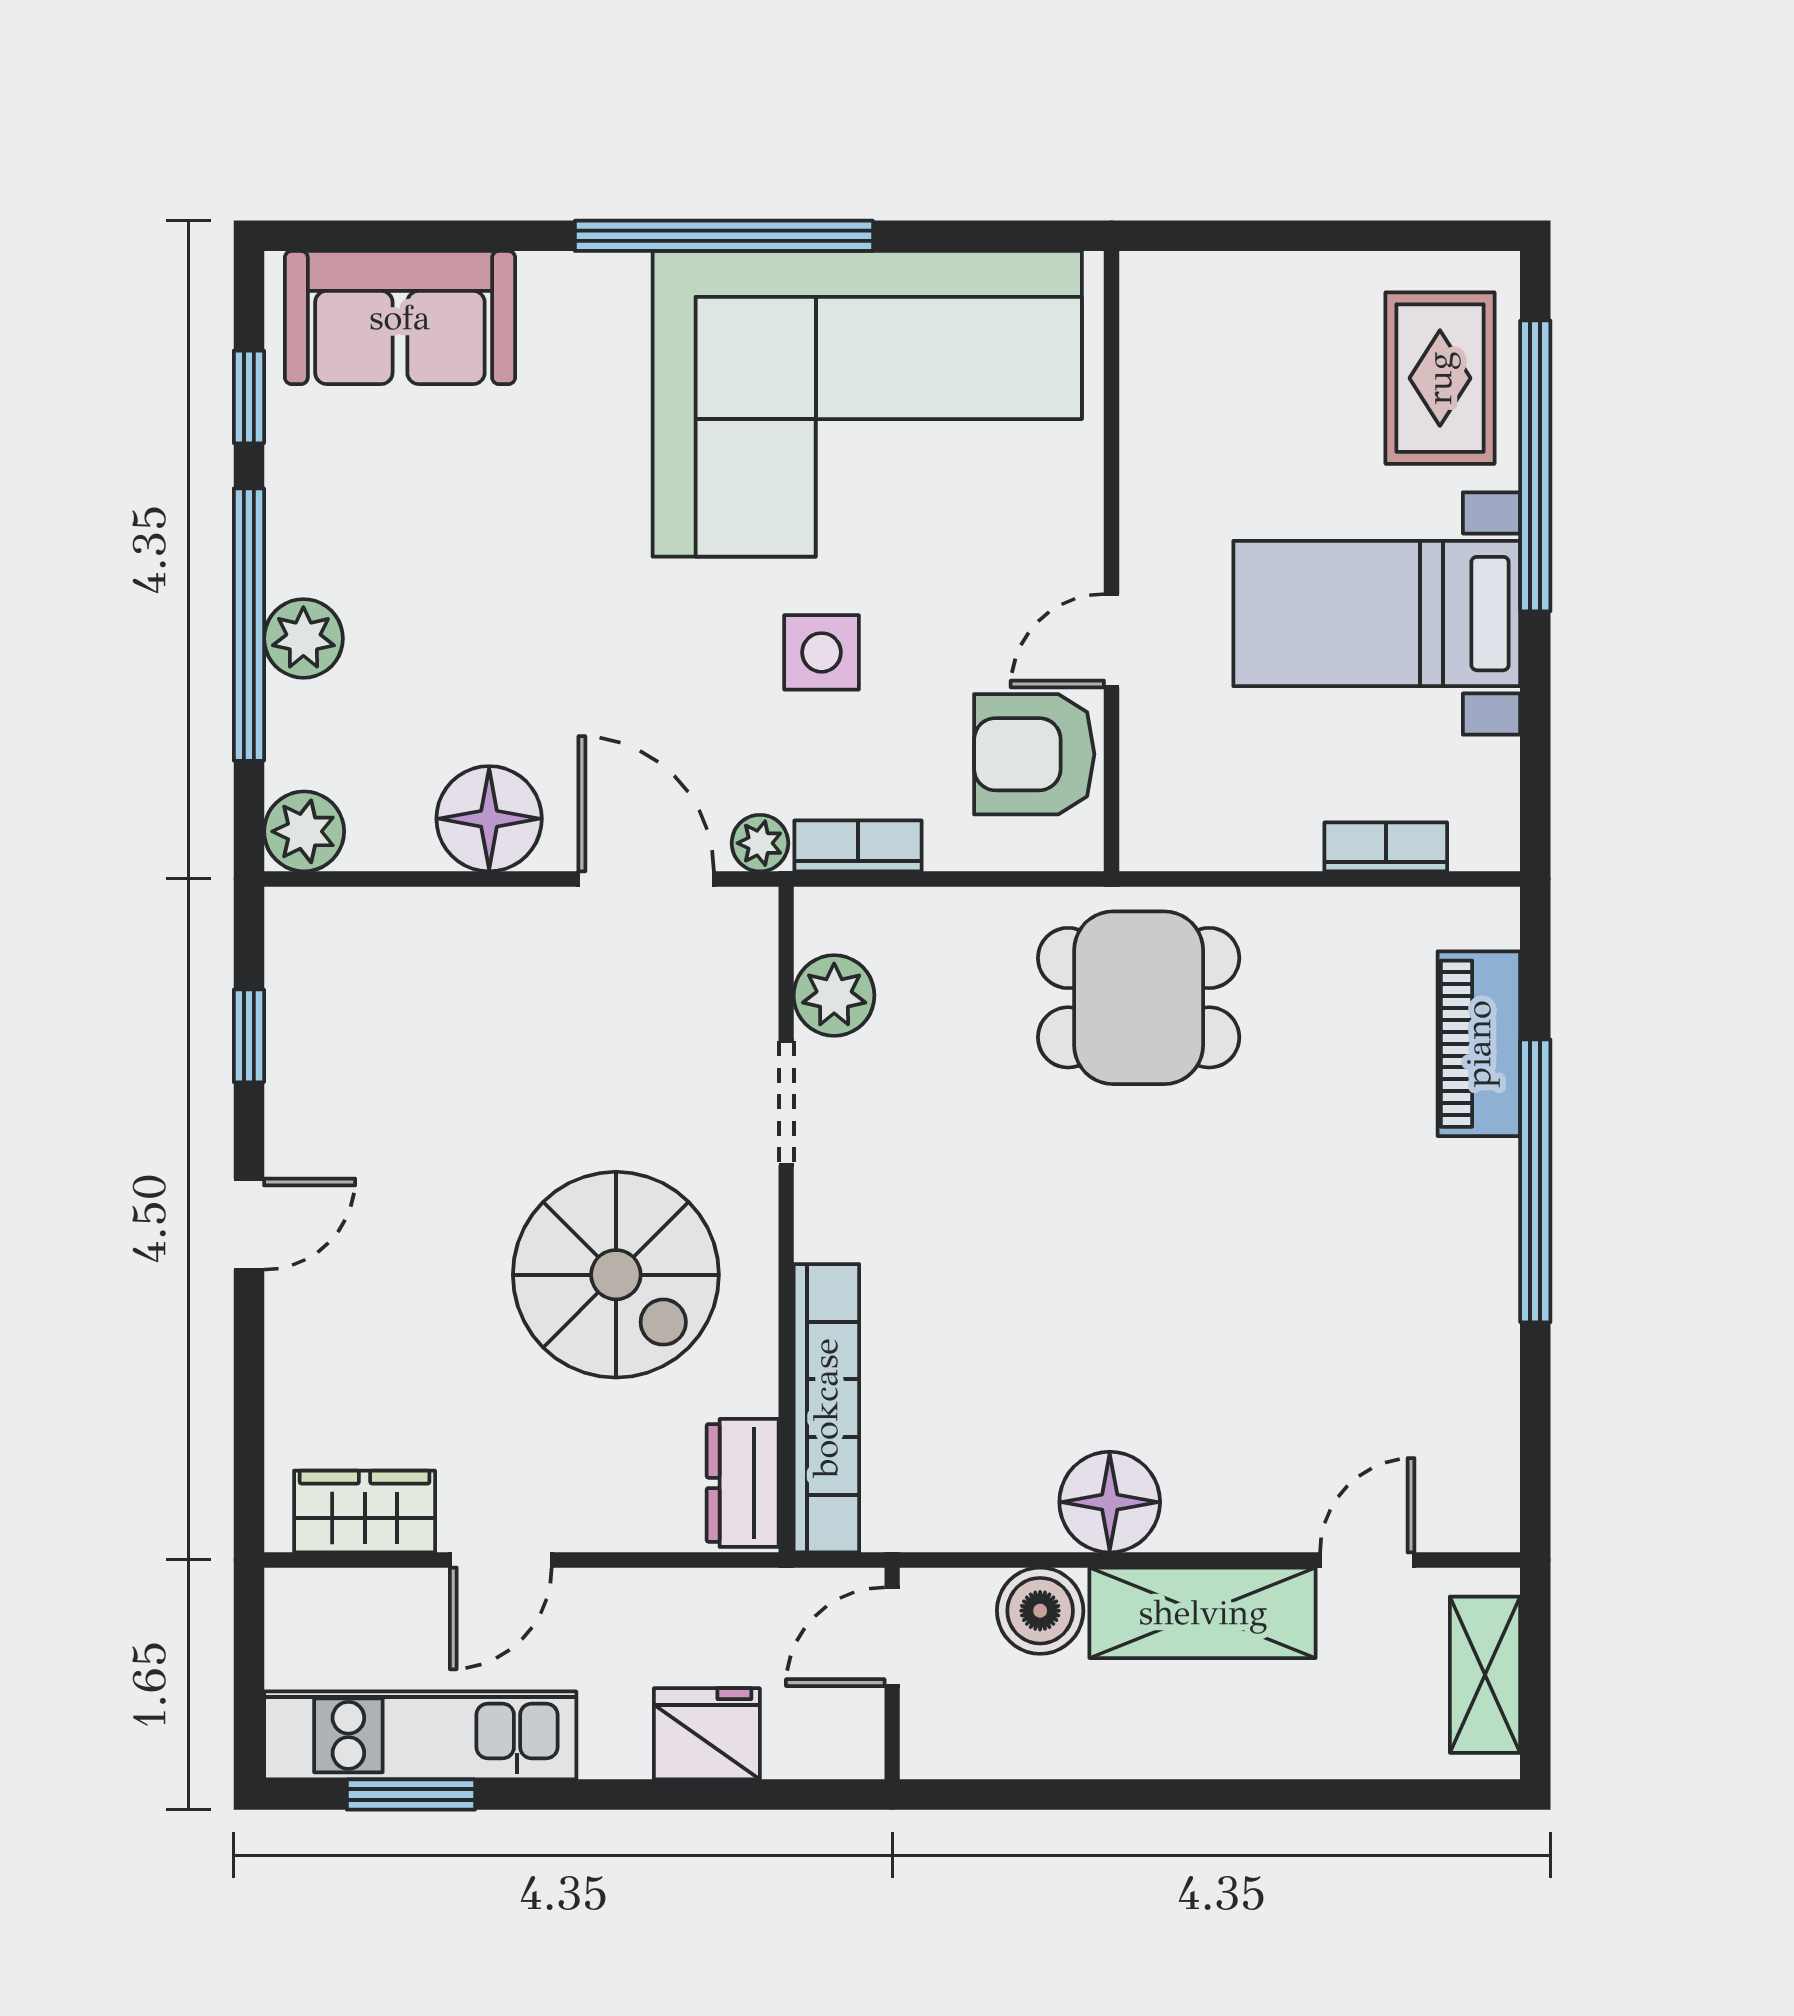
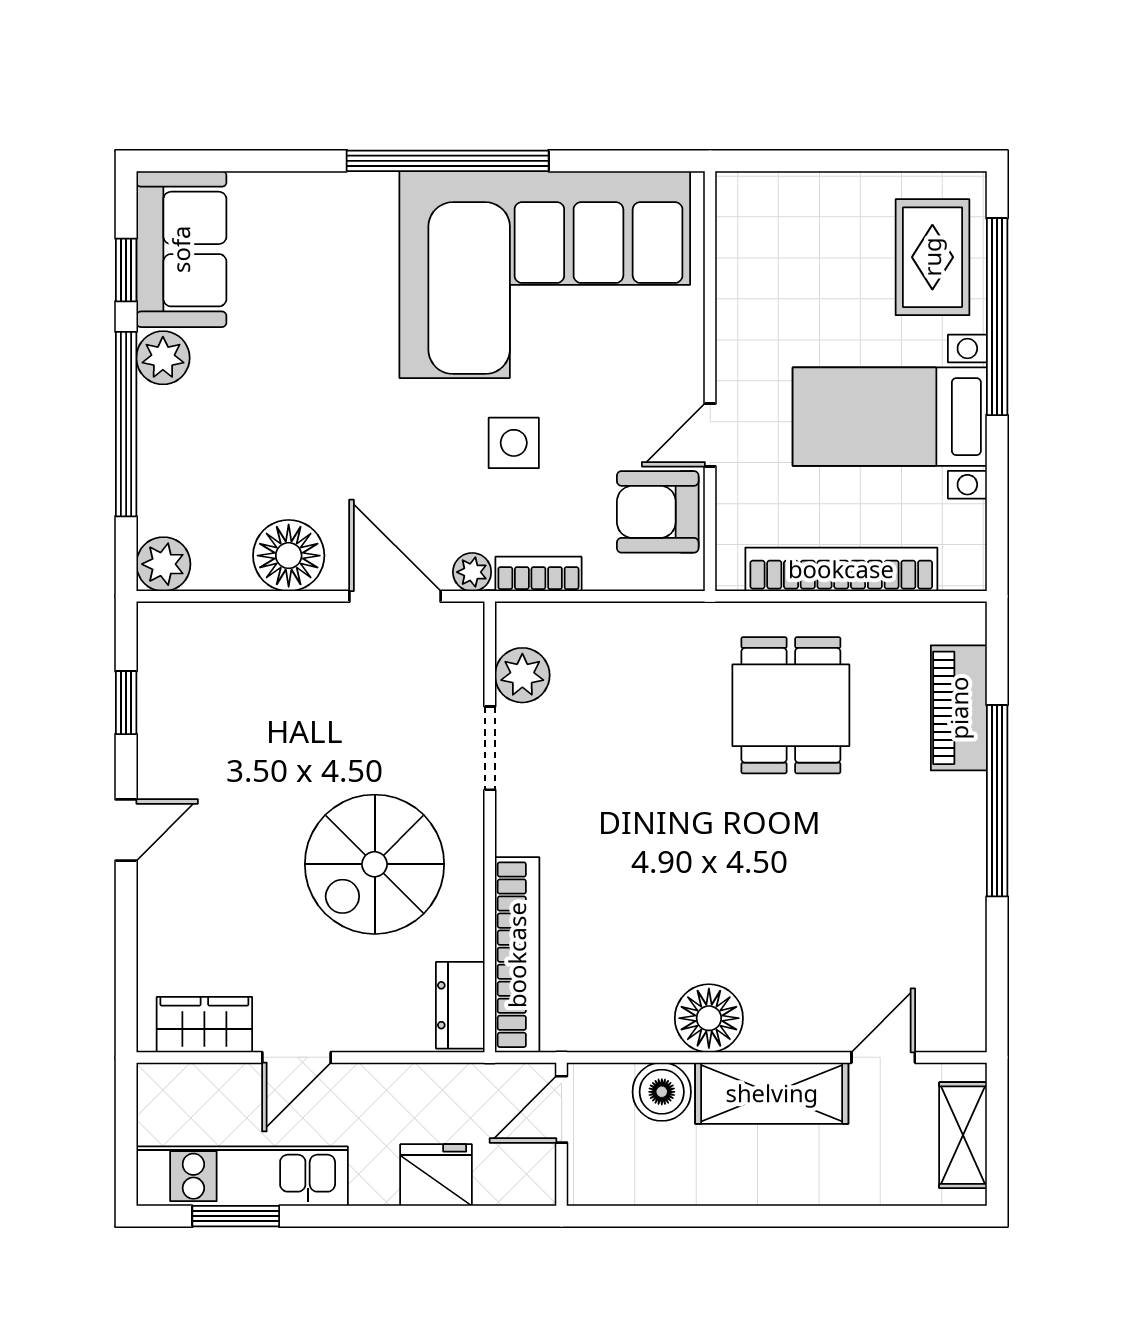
sofa: (400, 318) -> (181, 249), moved, turned -90
plant: (303, 638) -> (163, 358), moved
bookcase: (1386, 847) -> (841, 569), width x2.31, depth x1.31
dining table: (1139, 998) -> (791, 705), moved, turned 90
spiral stairs: (616, 1275) -> (375, 864), turned 90

